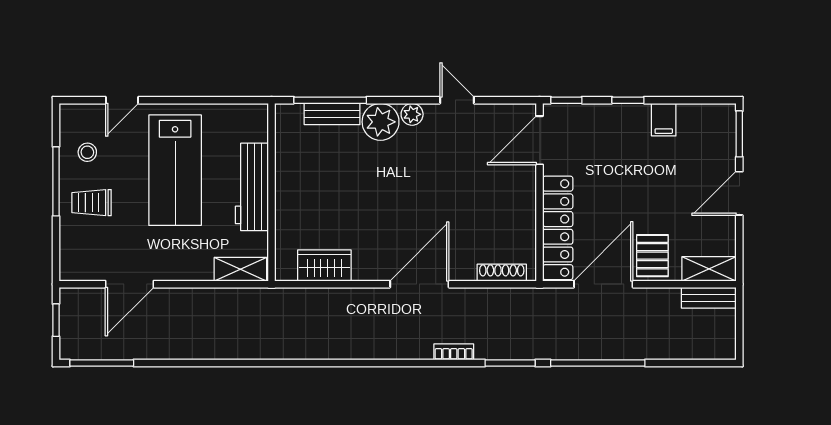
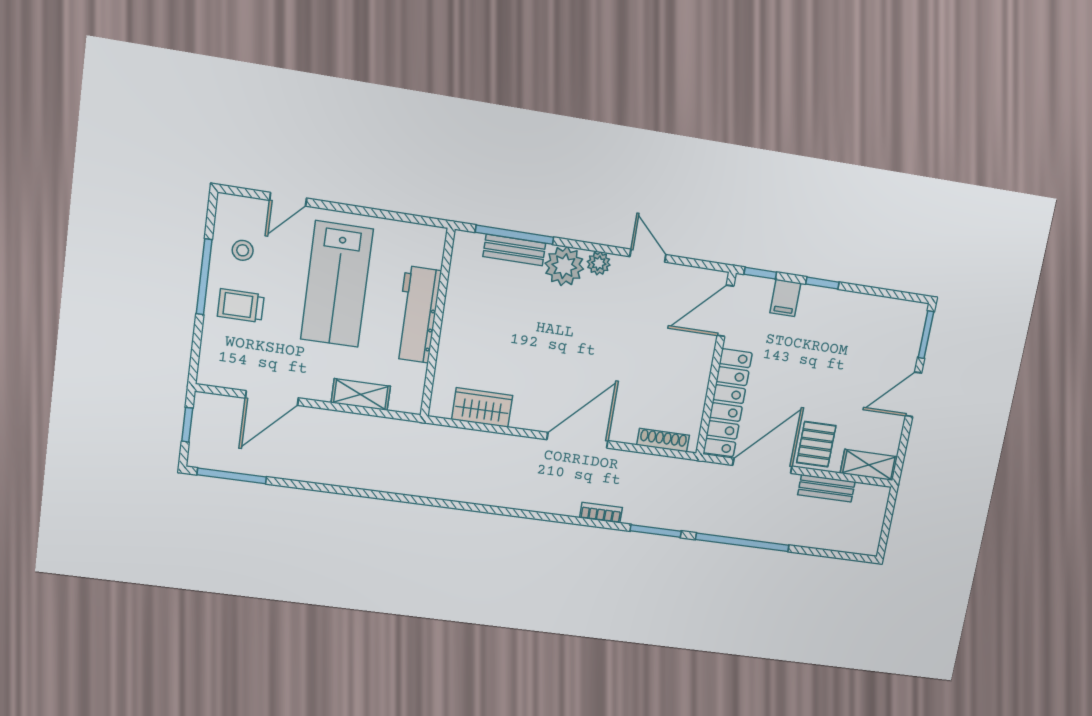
filing cabinet: (664, 120) -> (785, 298), moved
shelving: (240, 269) -> (361, 394), moved
bench: (709, 298) -> (826, 488), moved

